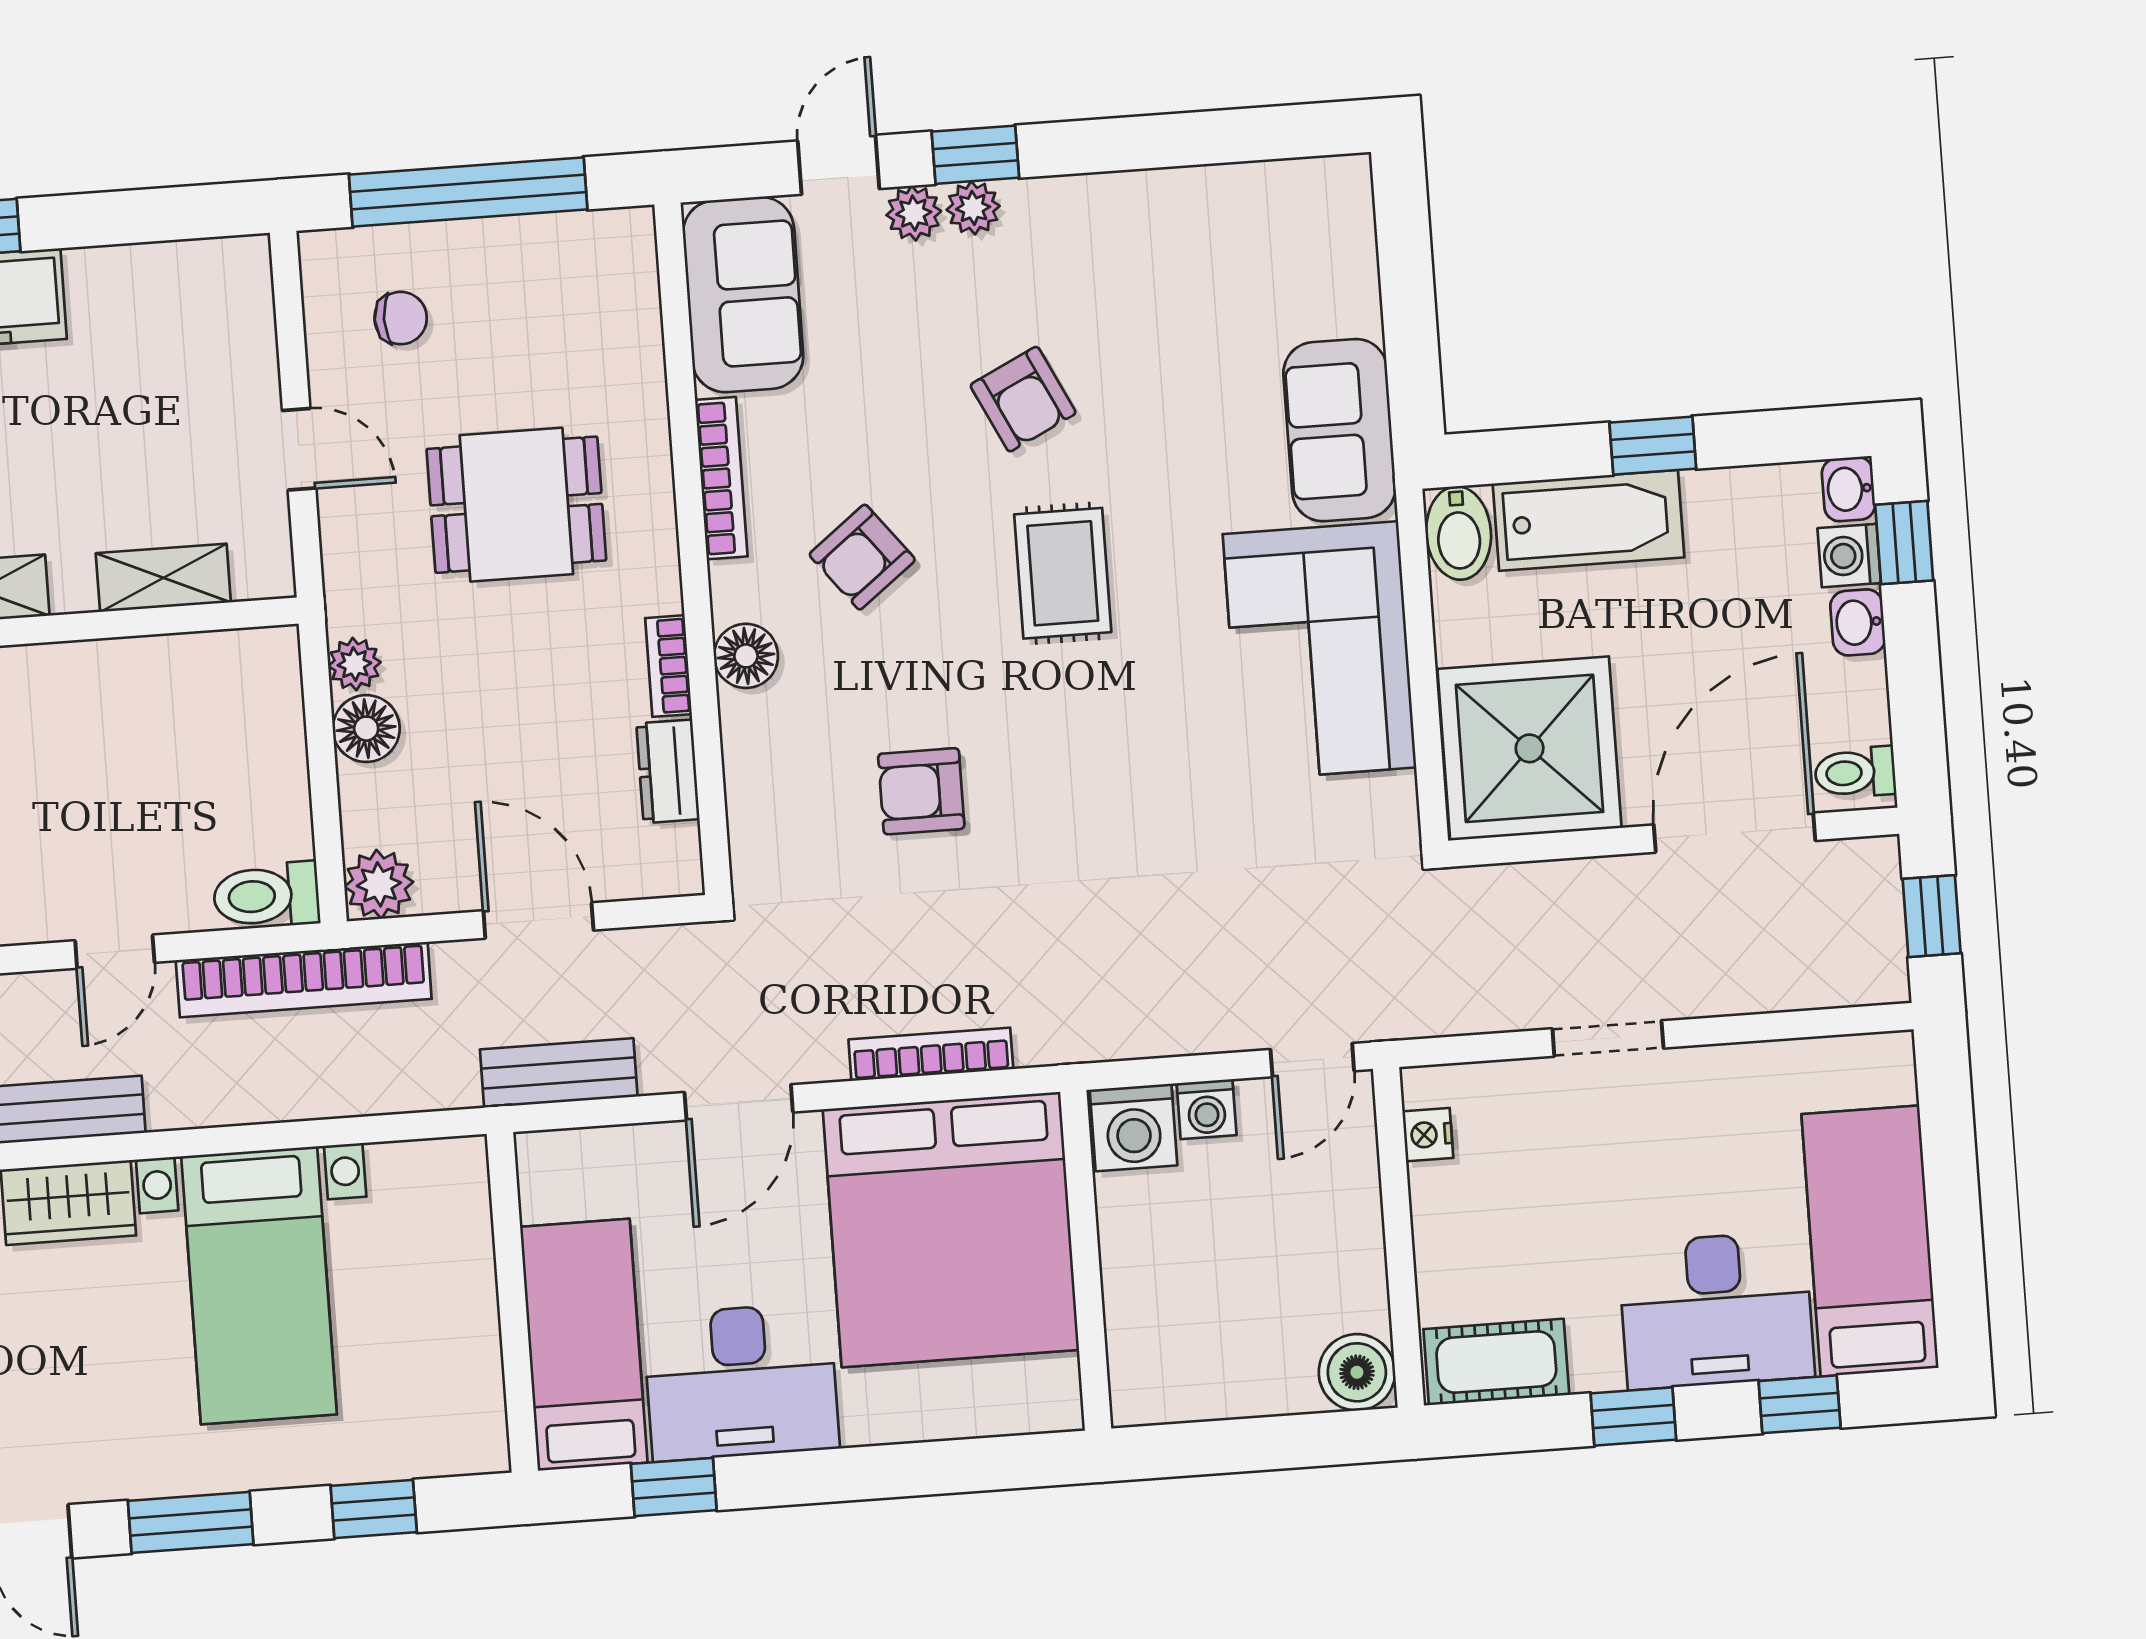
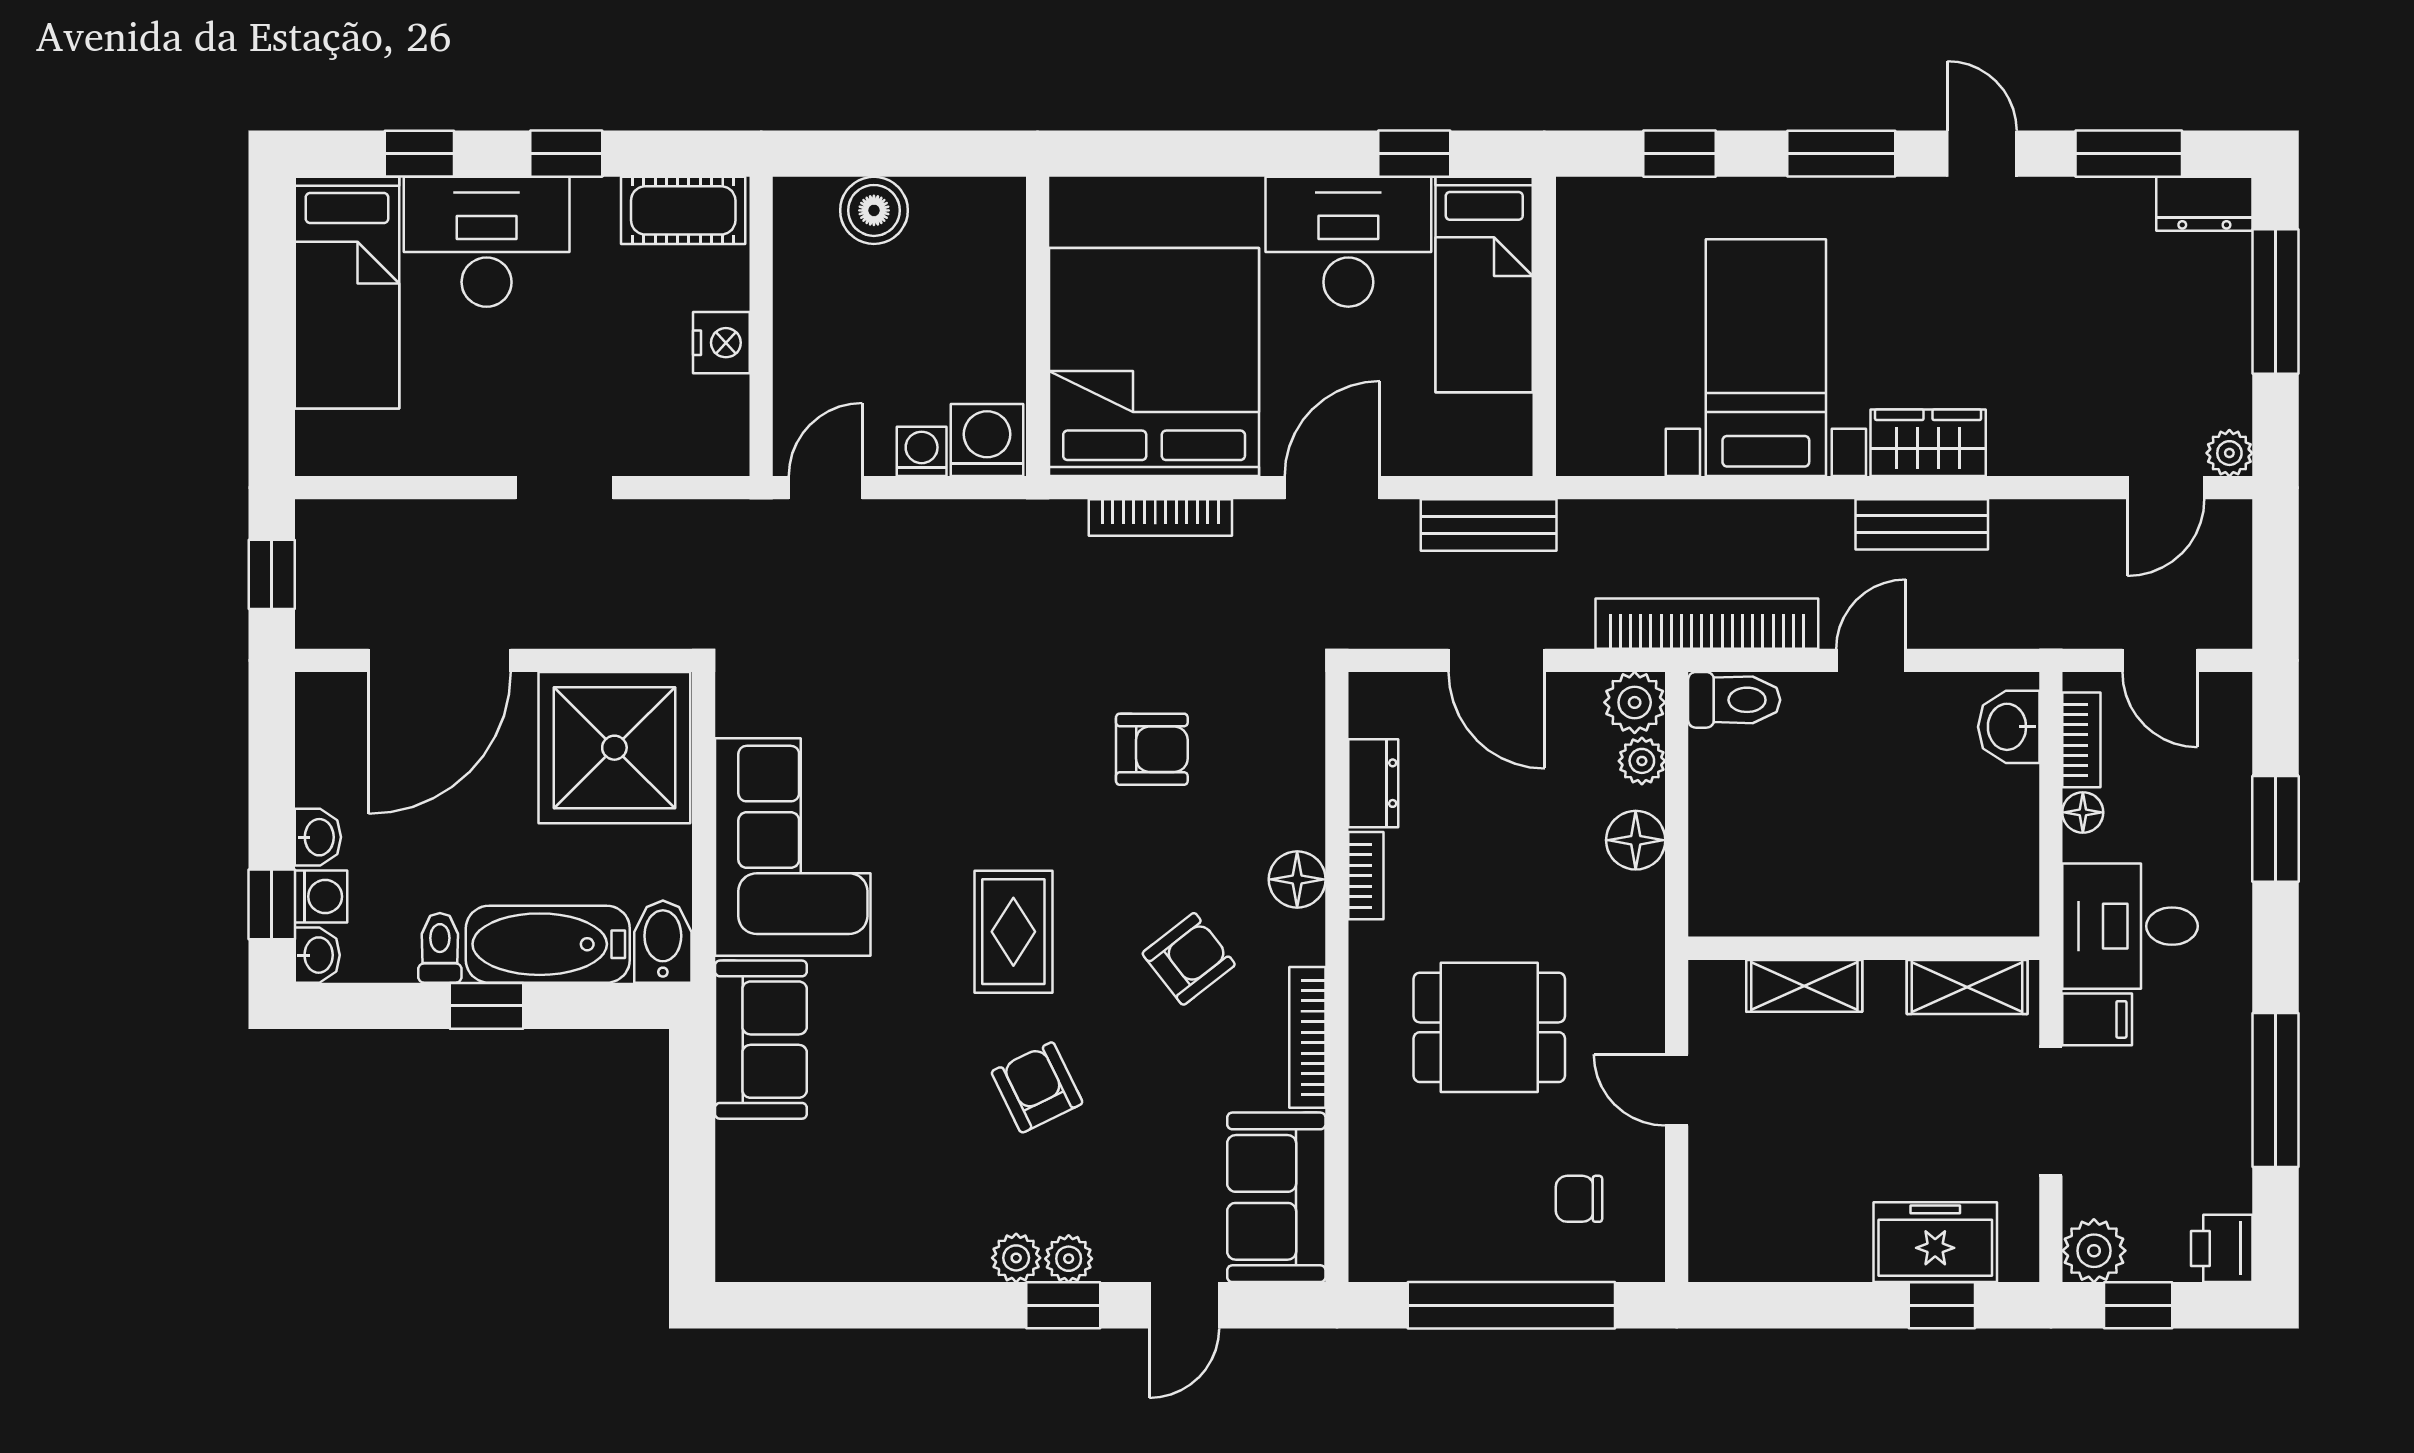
plant: (914, 213) -> (1016, 1258), moved
plant: (354, 664) -> (1642, 761), moved
toilet: (1855, 772) -> (440, 948), moved, turned -90
nightstand: (1428, 1135) -> (721, 343), moved, width x1.39, depth x1.35
boiler: (1357, 1372) -> (874, 210), moved

